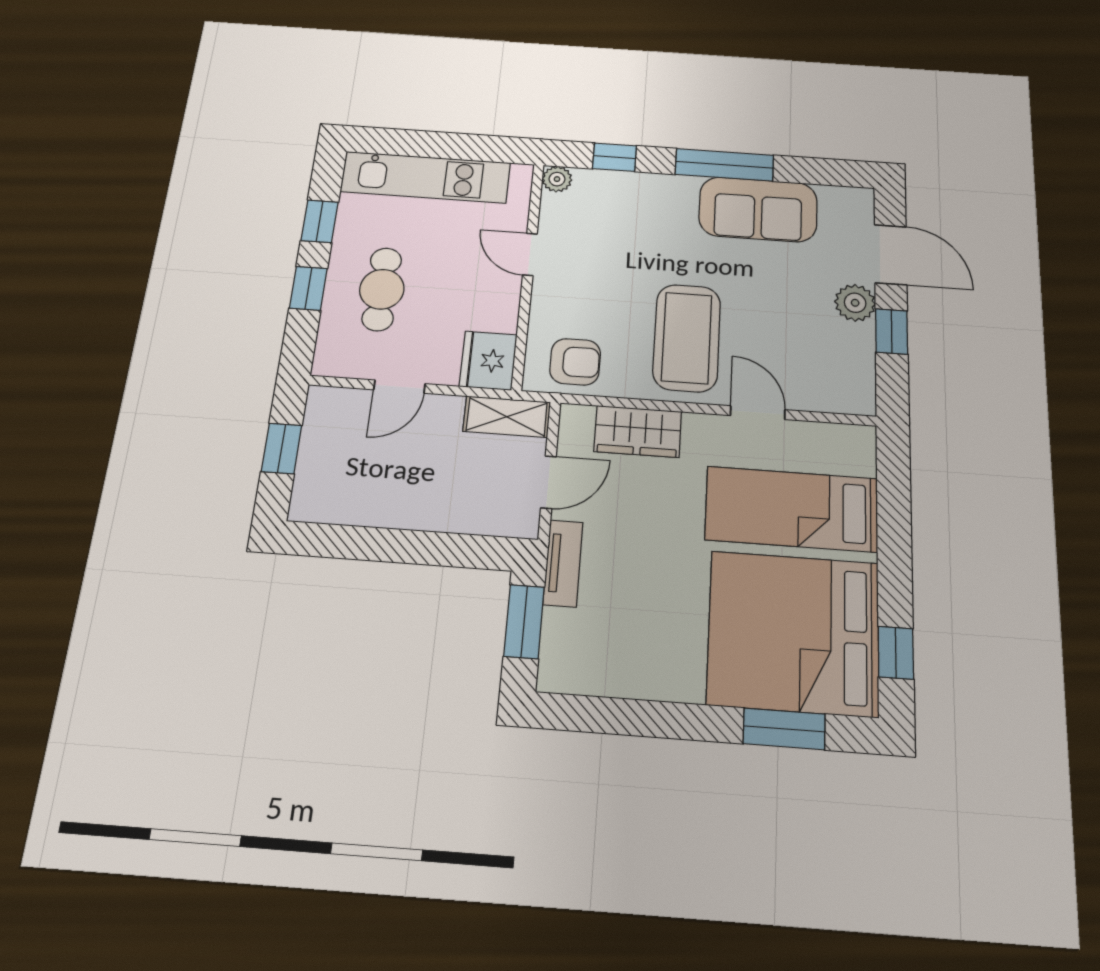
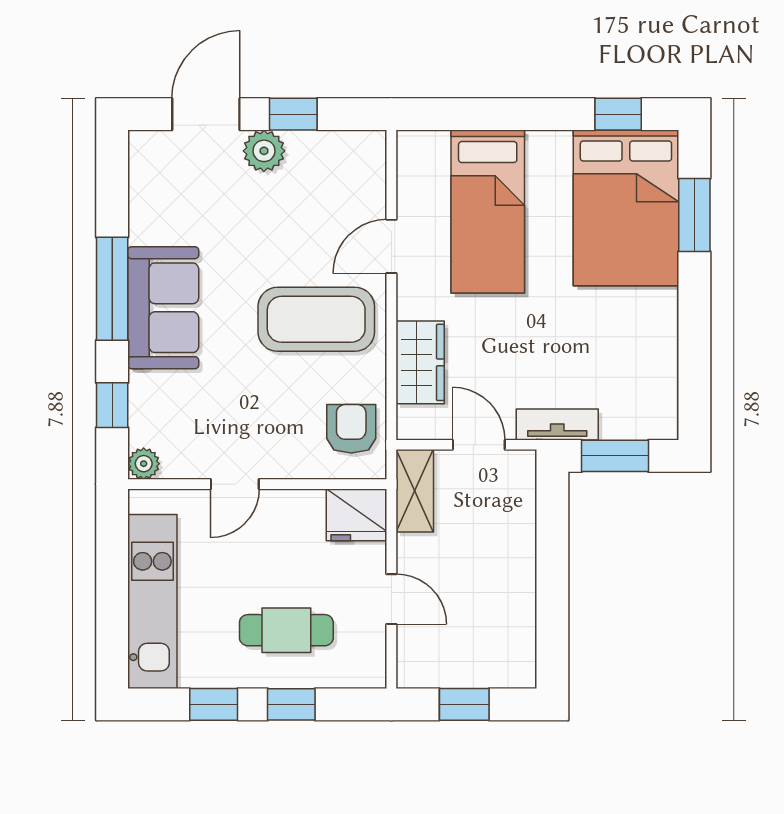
sofa: (758, 209) -> (163, 308), moved
bed: (794, 633) -> (626, 208), width x0.73

